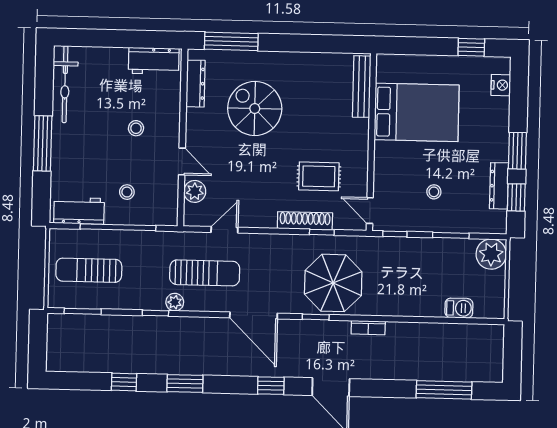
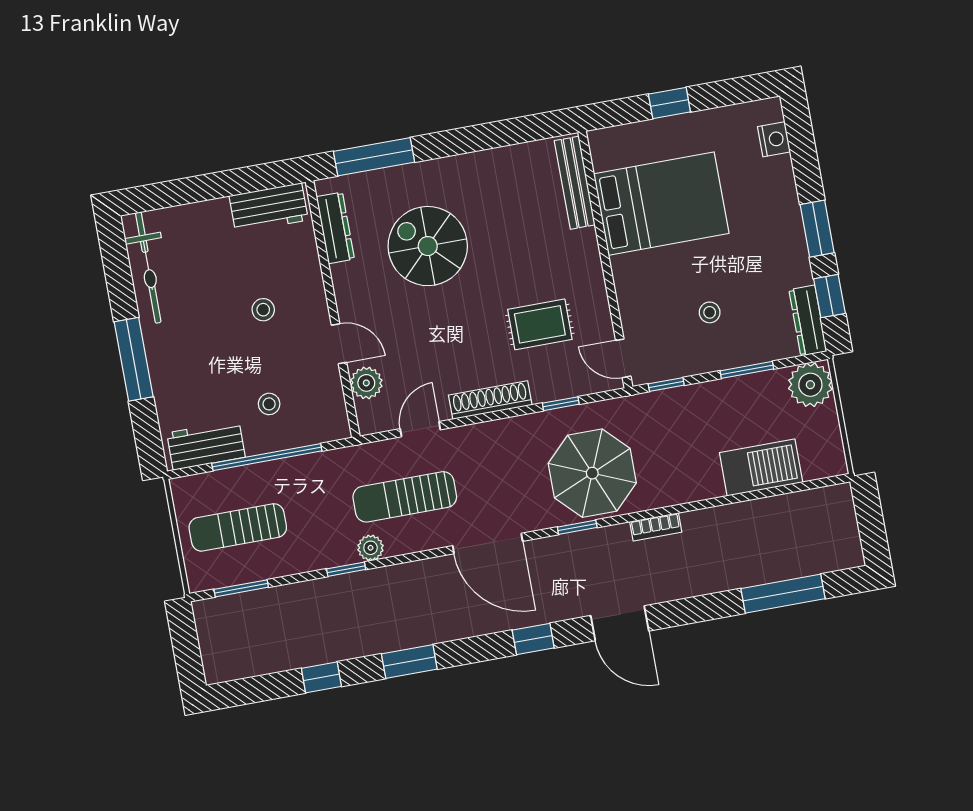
window: (471, 47) -> (669, 103), moved
dresser: (499, 186) -> (808, 321), moved
shoe rack: (305, 221) -> (490, 400), moved
sun lounger: (205, 273) -> (405, 497), turned 180
barbecue: (459, 308) -> (761, 467), width x1.88, depth x1.53

